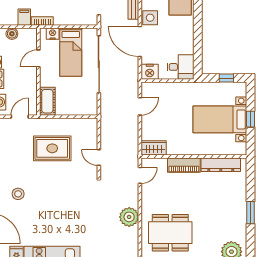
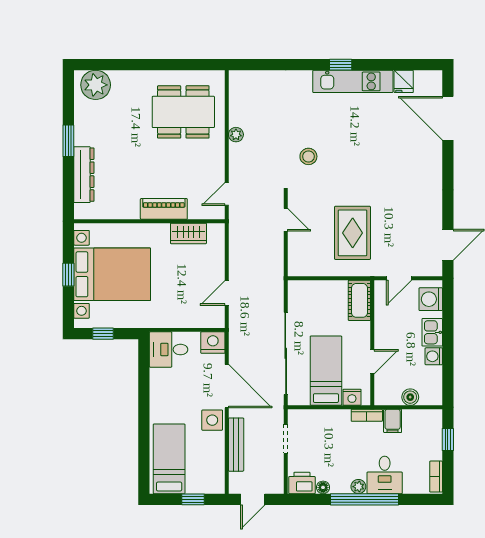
bed with nightstands: (220, 119) -> (112, 274), width x1.36
rug: (52, 148) -> (353, 233), turned 90
wardrobe: (154, 148) -> (188, 233), moved
dresser: (221, 165) -> (84, 175), moved, turned 90
stool: (18, 194) -> (308, 156), moved
plant: (129, 217) -> (236, 135), width x0.53, depth x0.53

